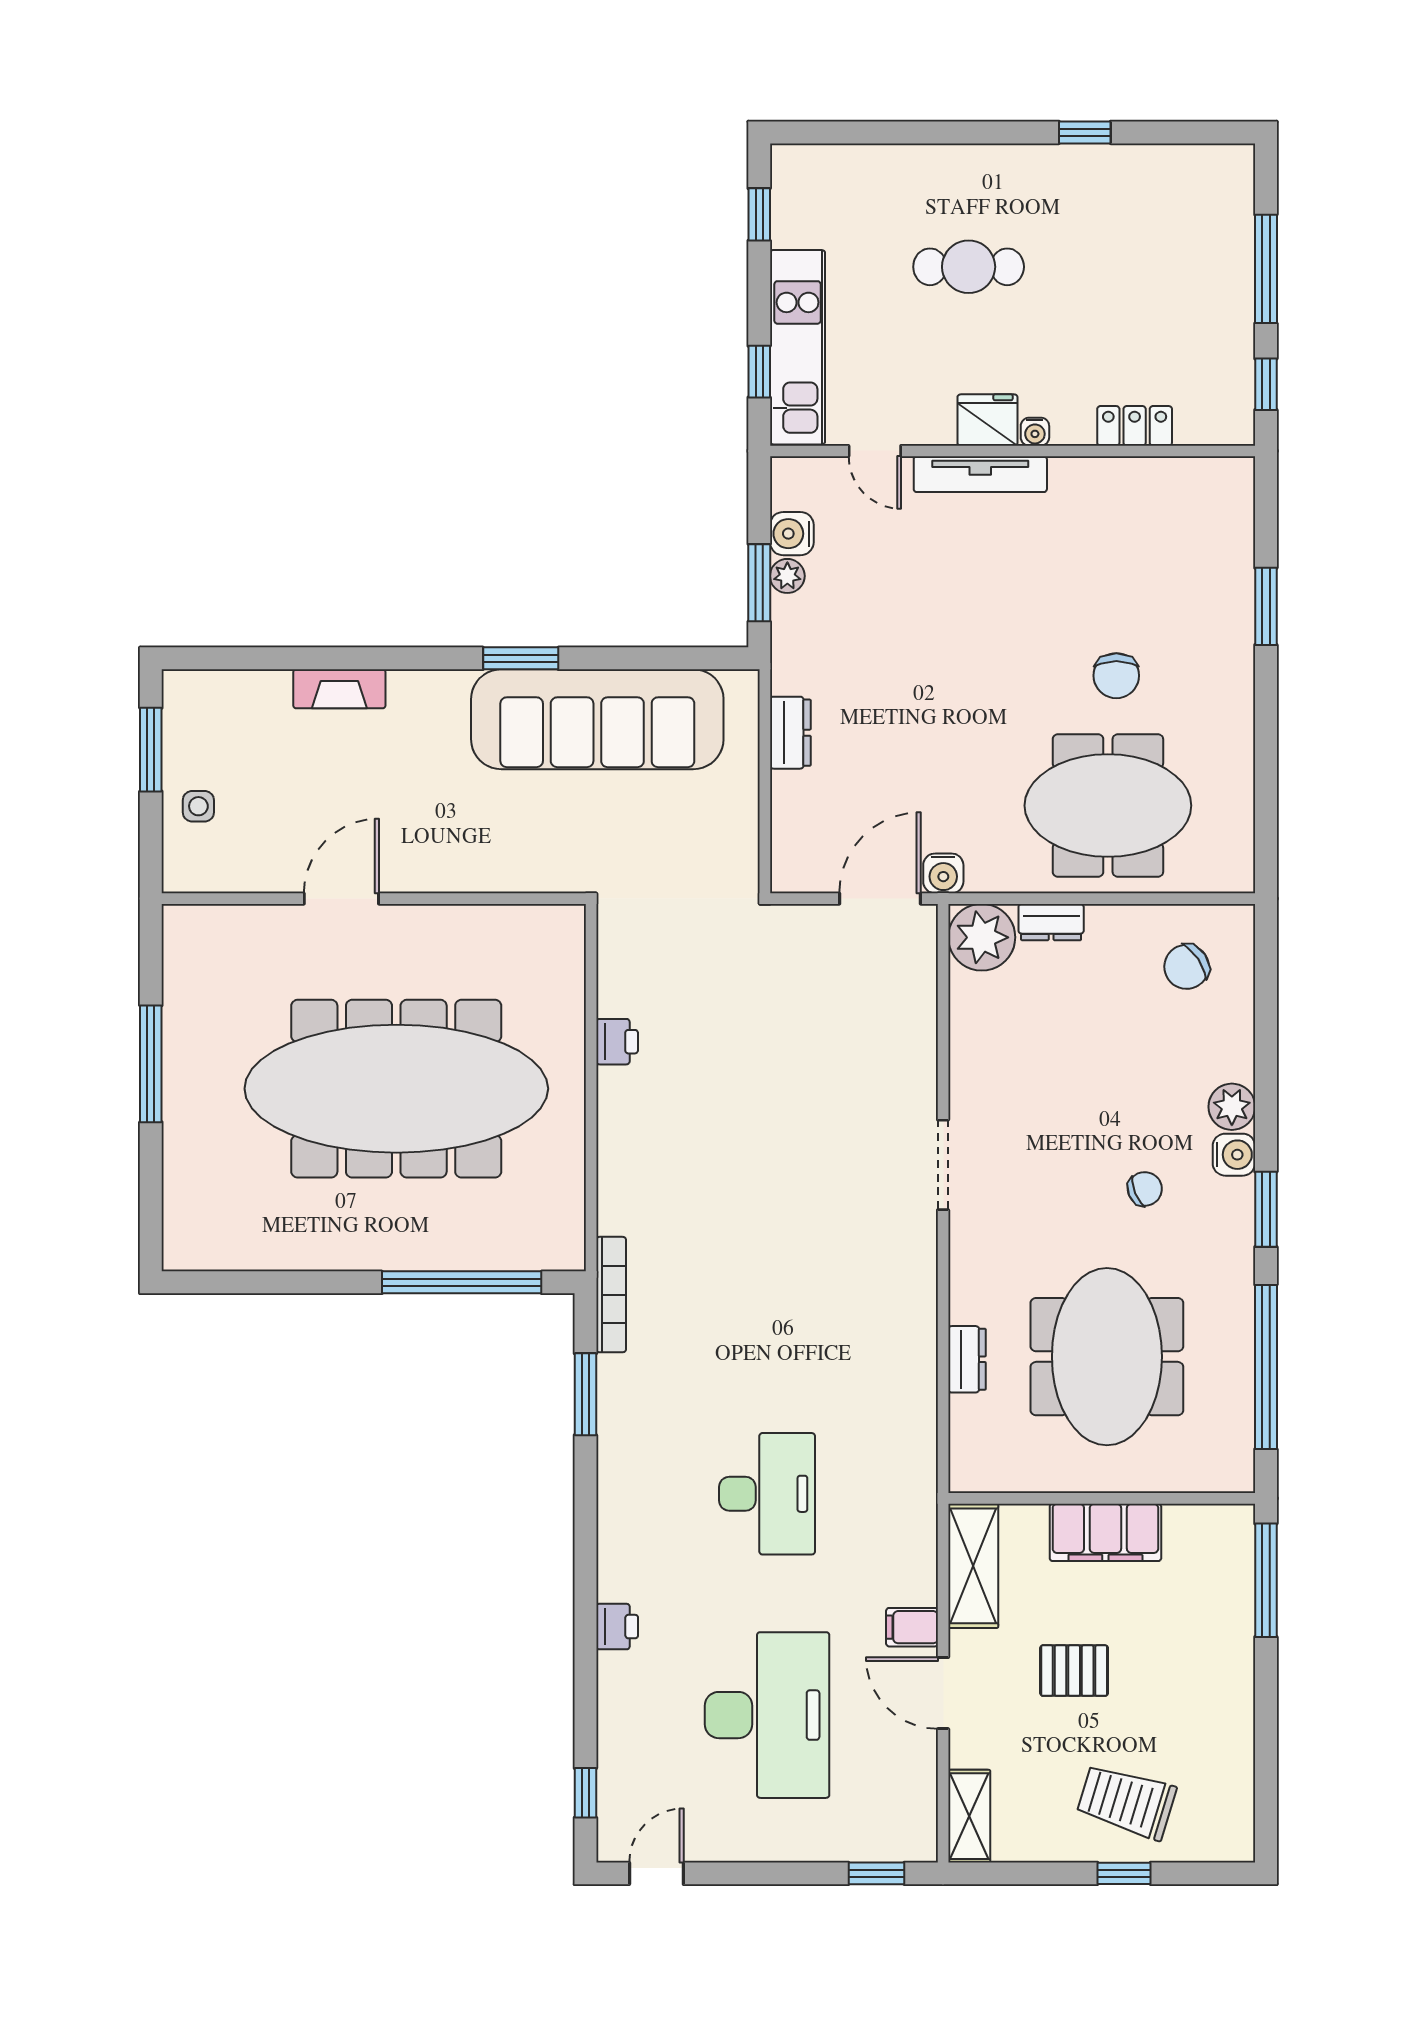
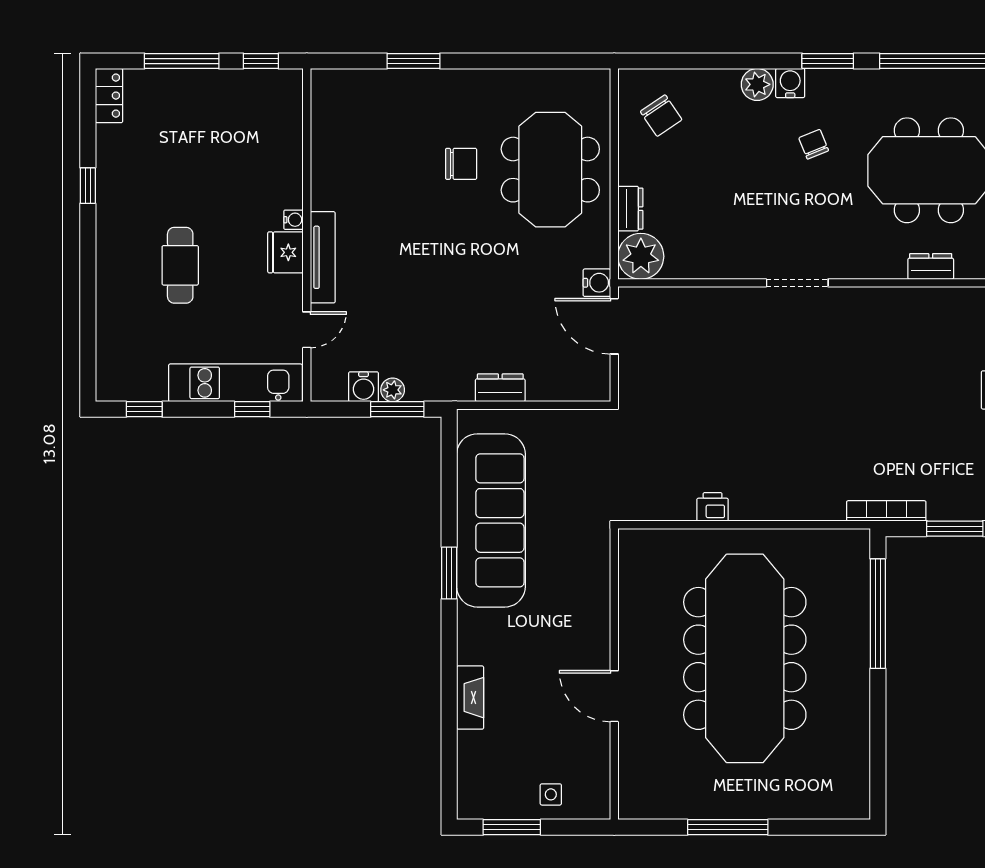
locker: (1135, 426) -> (109, 96), moved, turned 180

